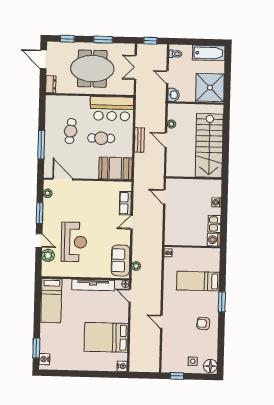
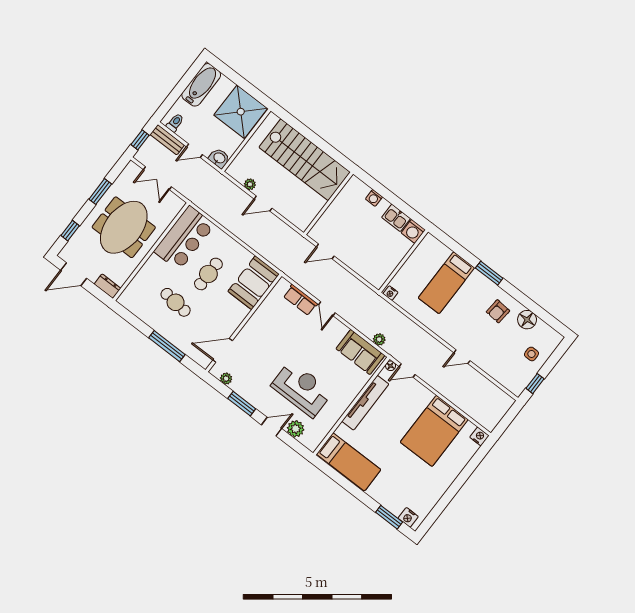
bench: (139, 140) -> (167, 140), moved
floor lamp: (210, 366) -> (527, 320), moved

